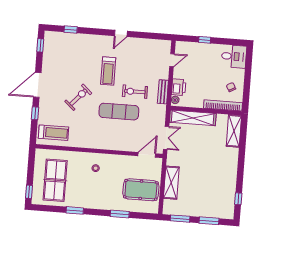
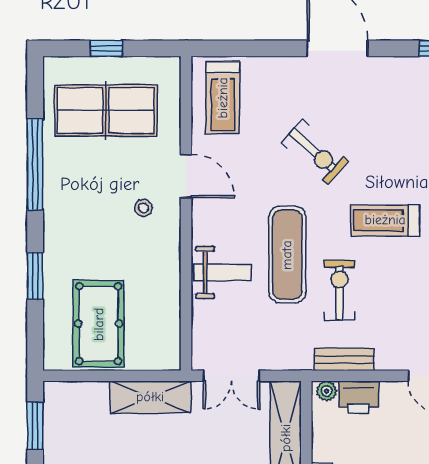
window: (35, 113) -> (267, 48), removed
weight bench: (124, 138) -> (222, 272), added
door: (147, 155) -> (186, 176), moved
shelving: (171, 183) -> (150, 397), moved
window: (29, 192) -> (106, 48), moved
window: (75, 210) -> (35, 164), width x2.11

